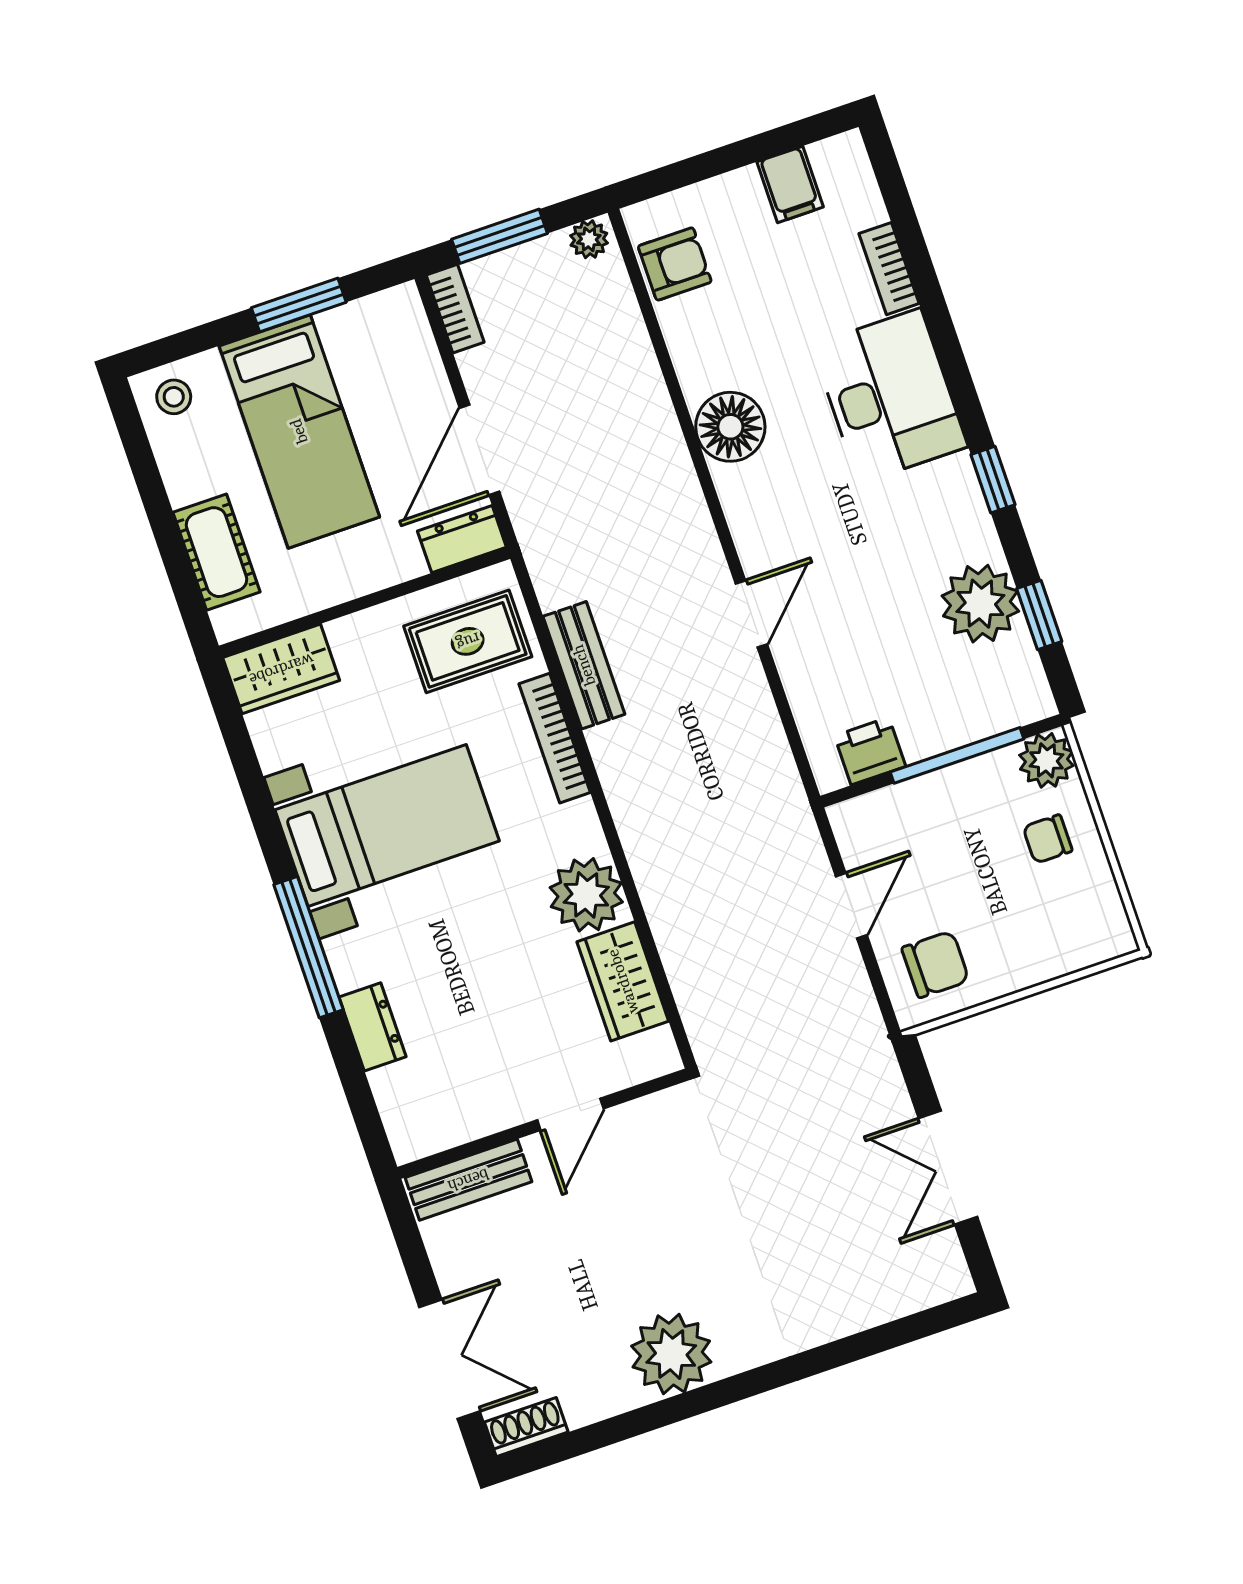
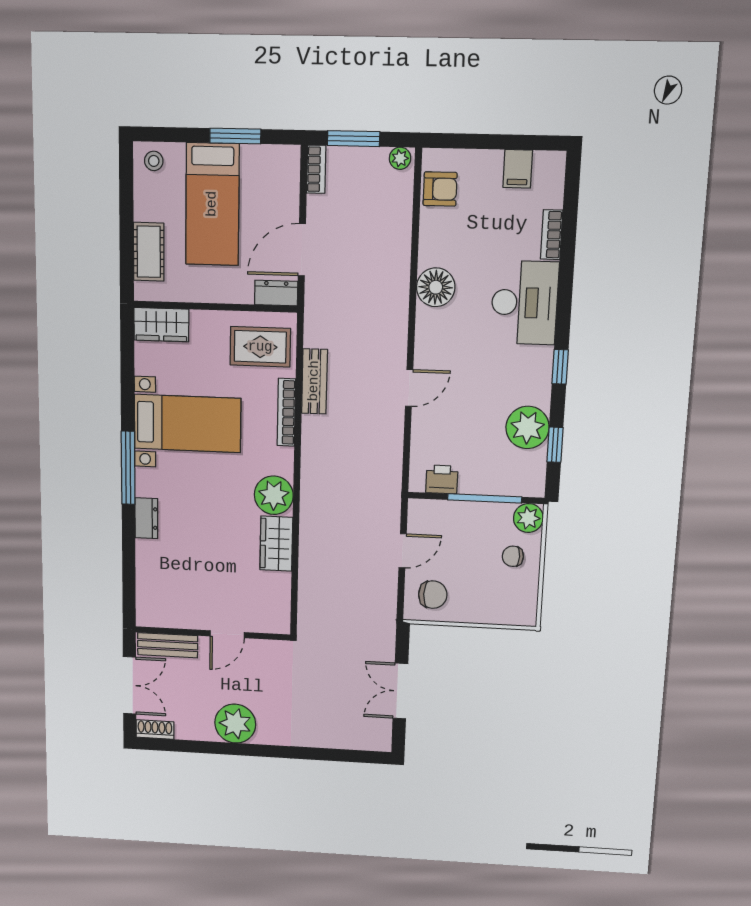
door: (570, 1114) -> (227, 634), moved
wall: (543, 1124) -> (213, 633), moved
bench: (468, 1180) -> (168, 645), moved

